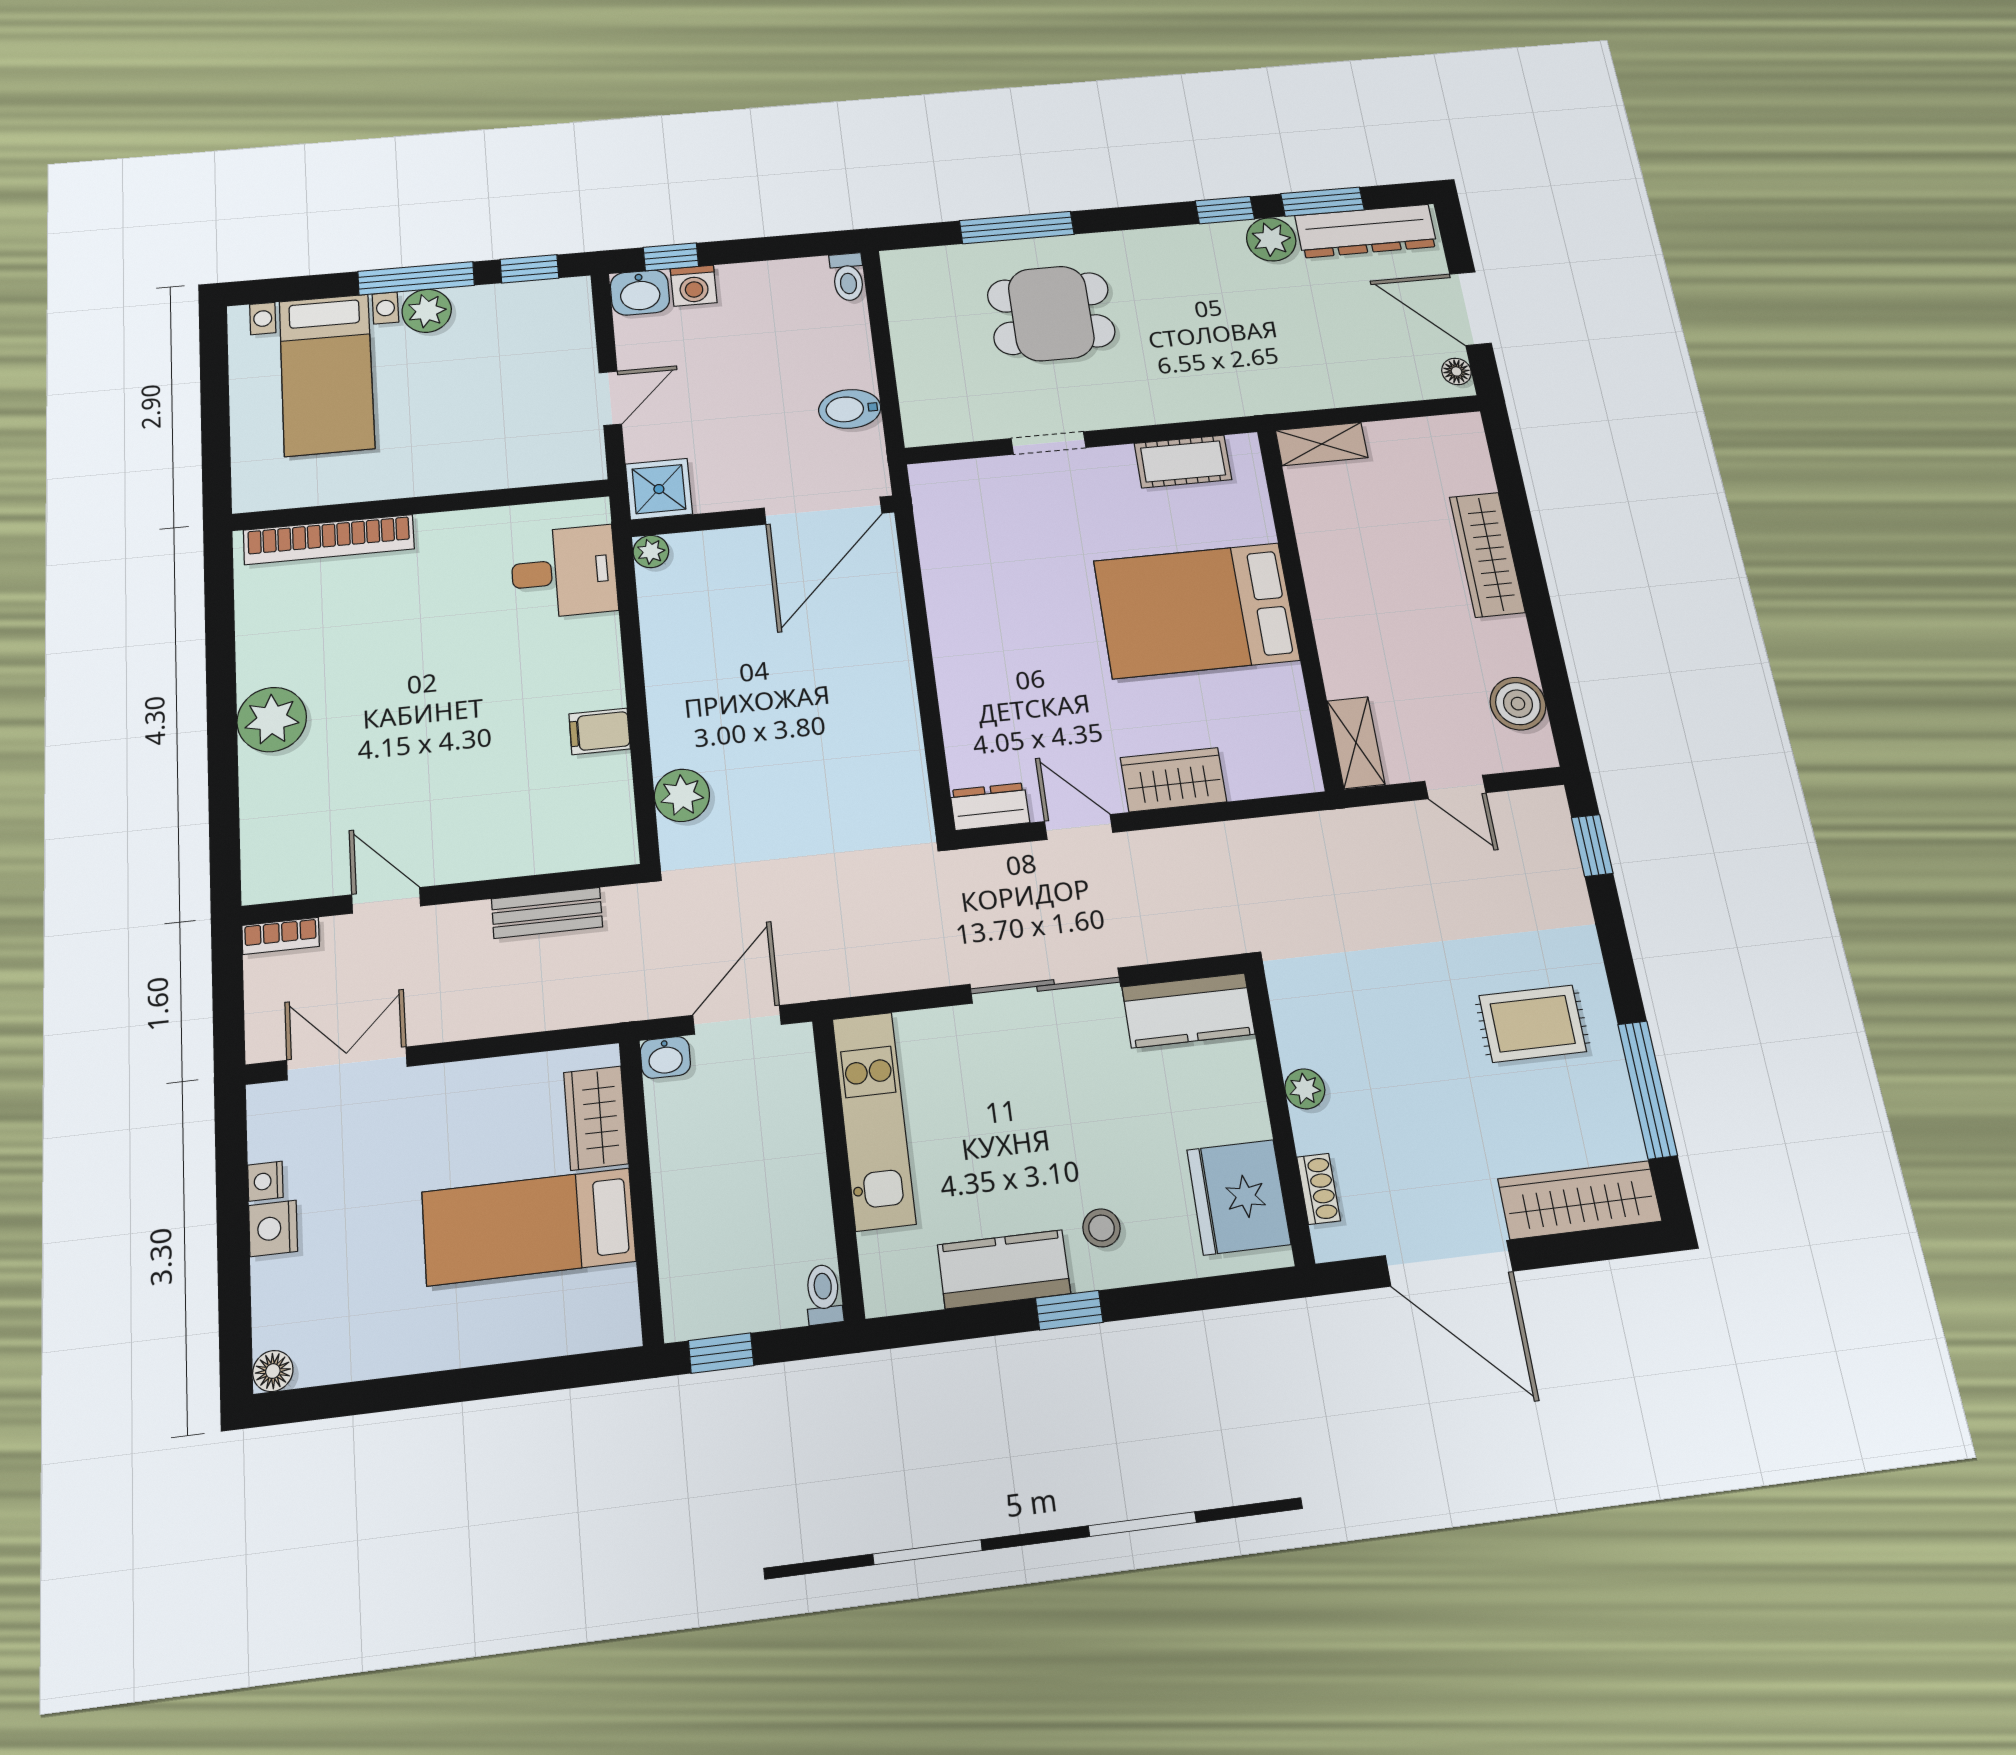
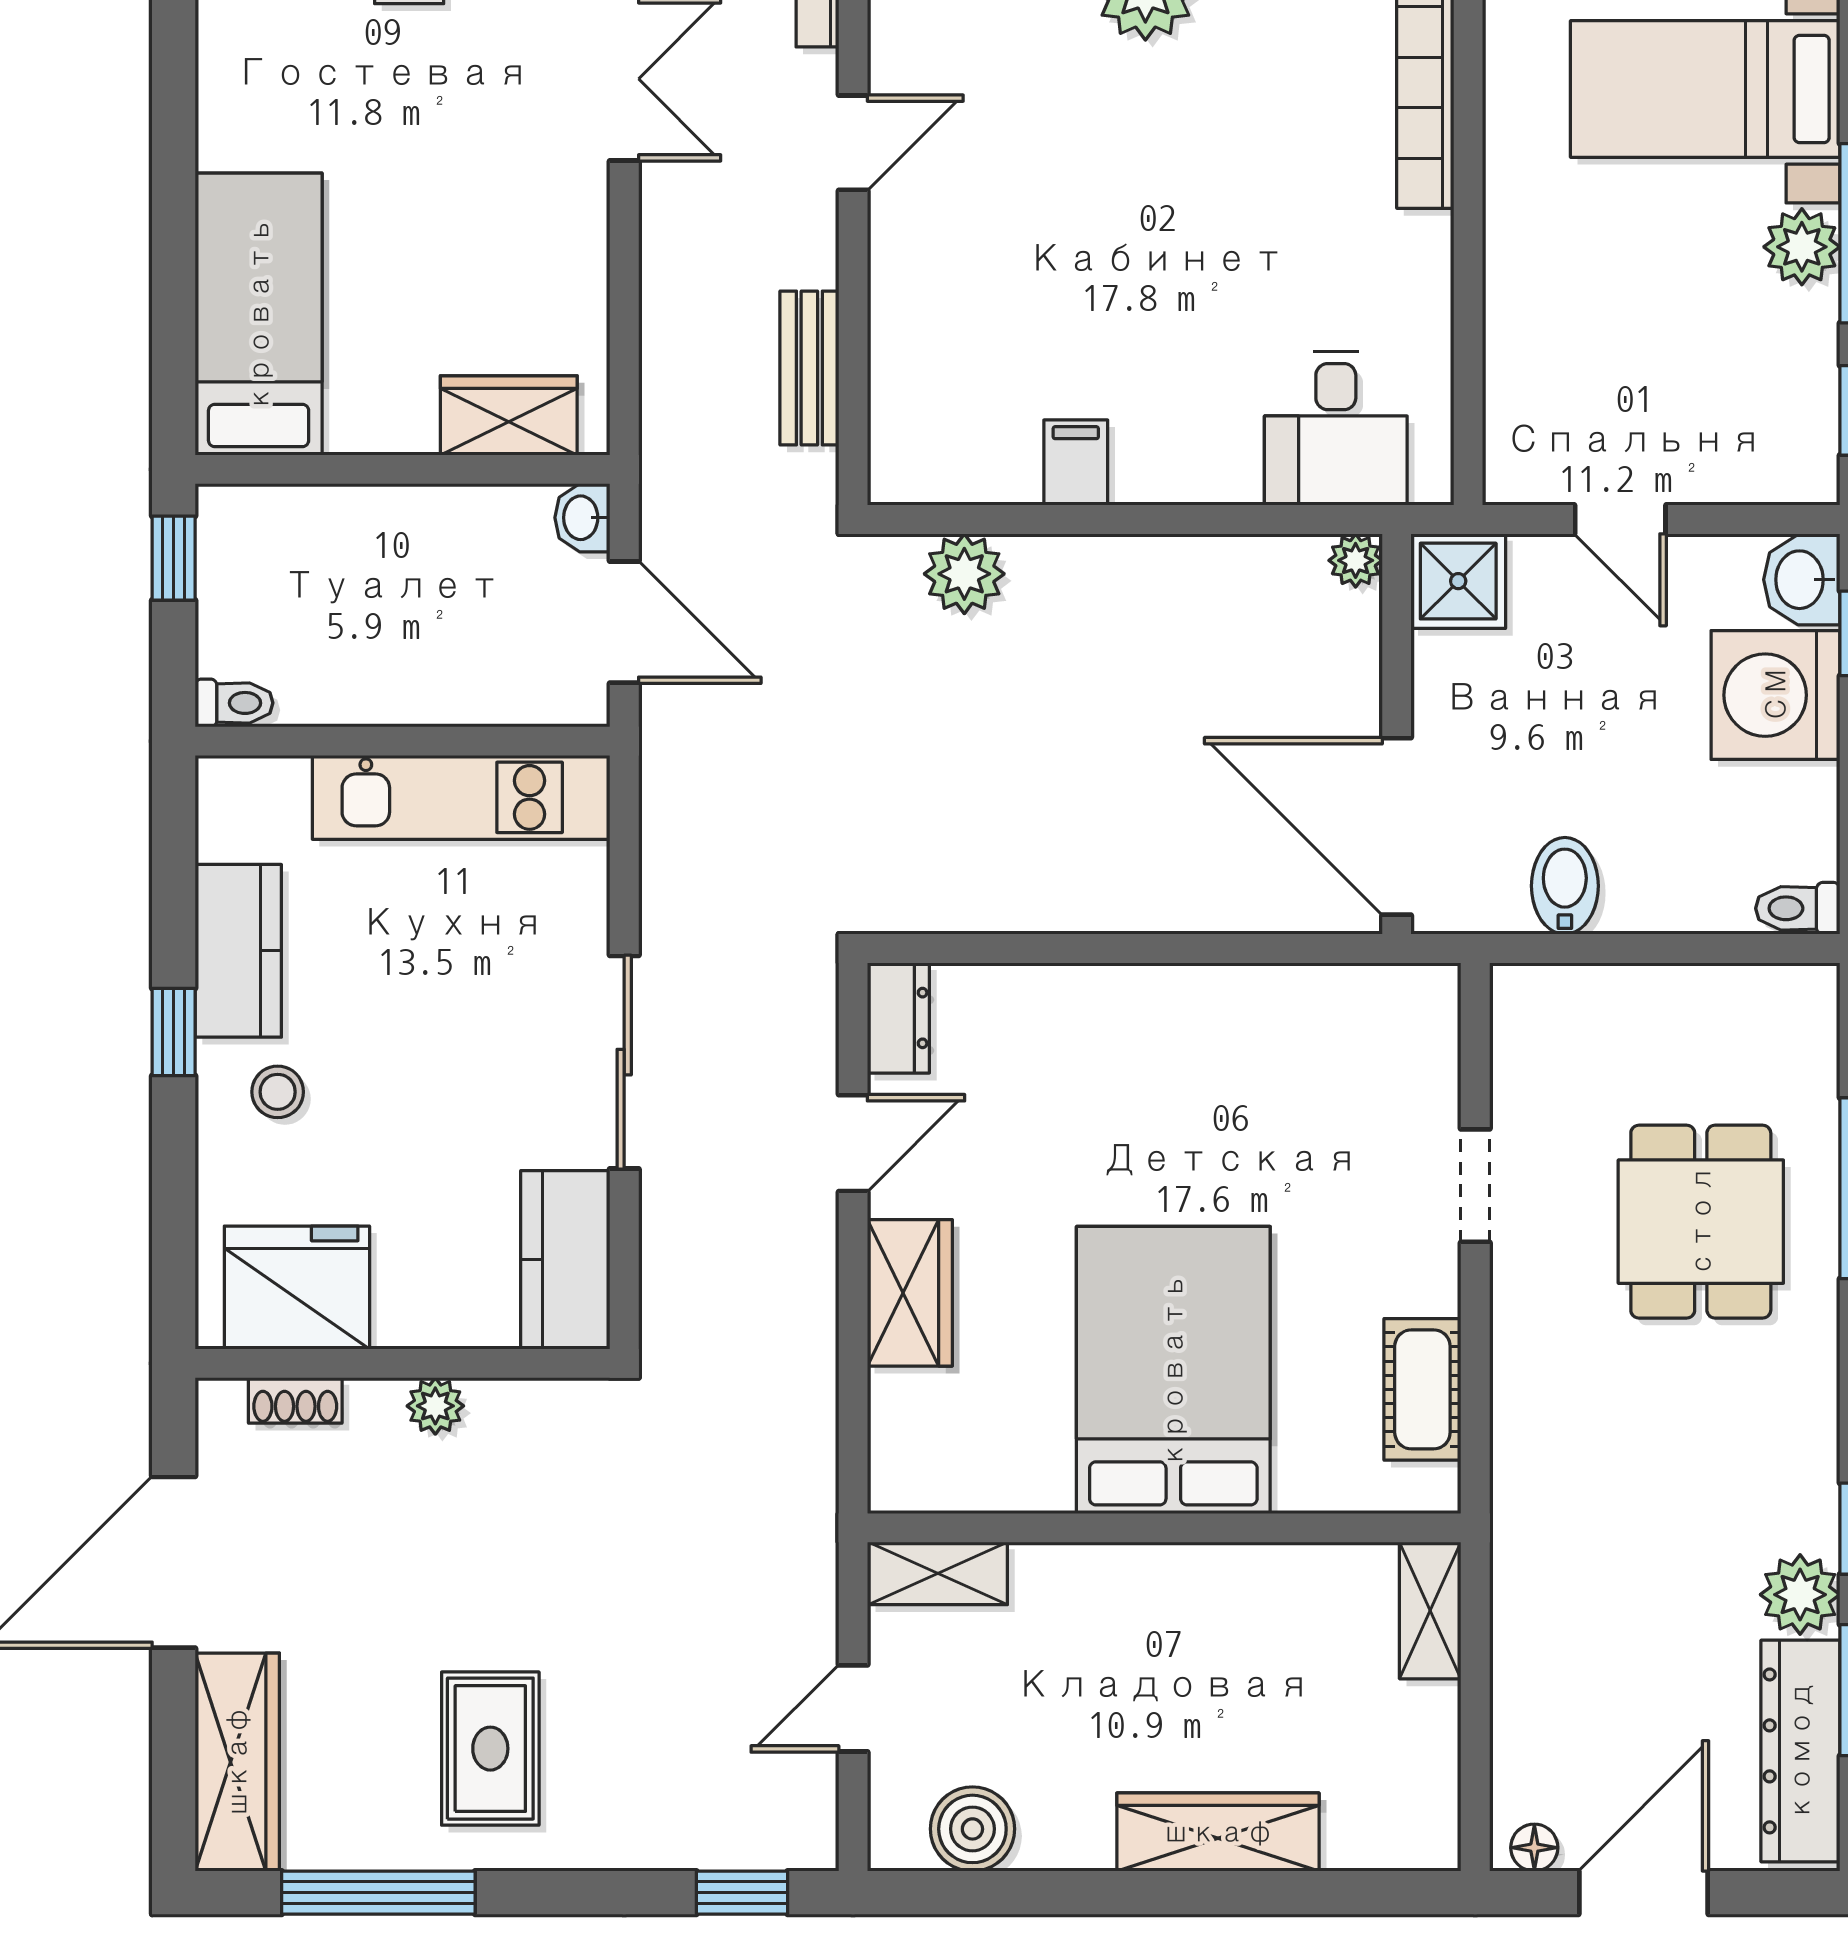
washing machine: (694, 286) -> (1776, 695), width x1.89, depth x1.89
bed: (529, 1227) -> (259, 314), moved

